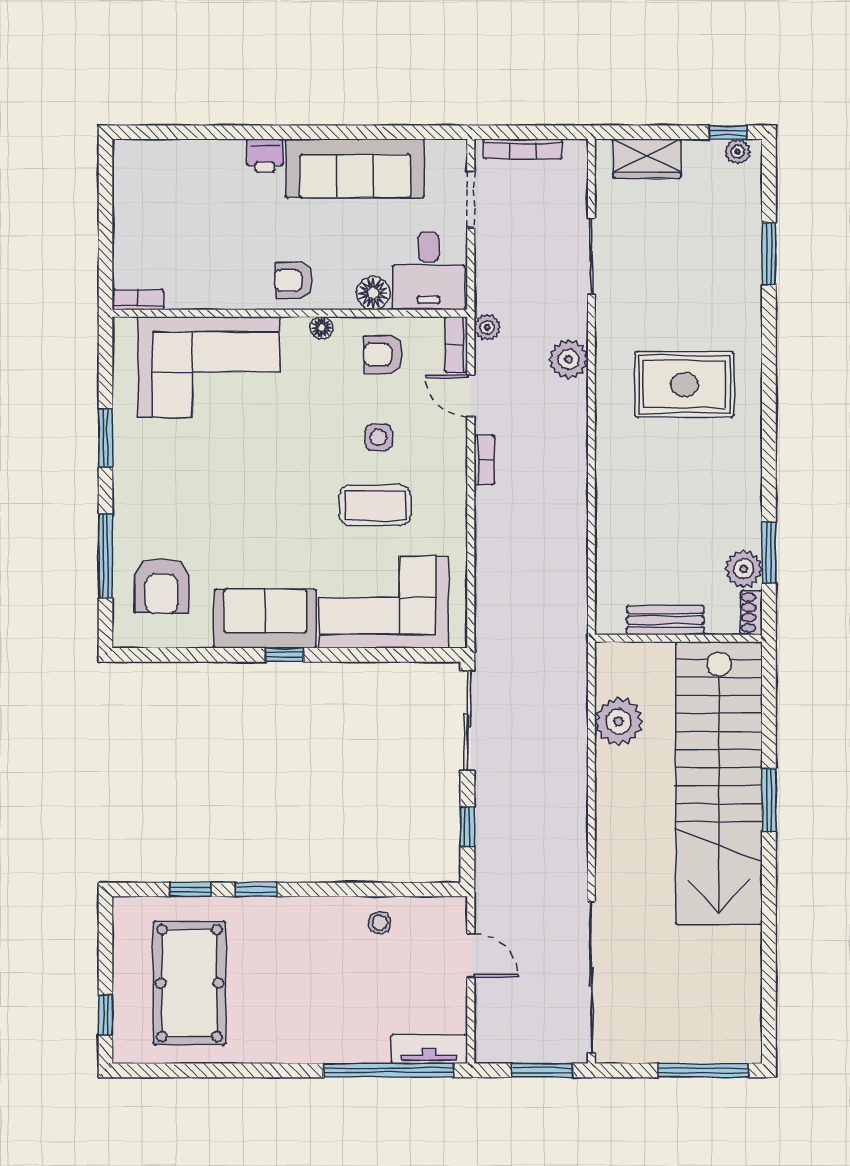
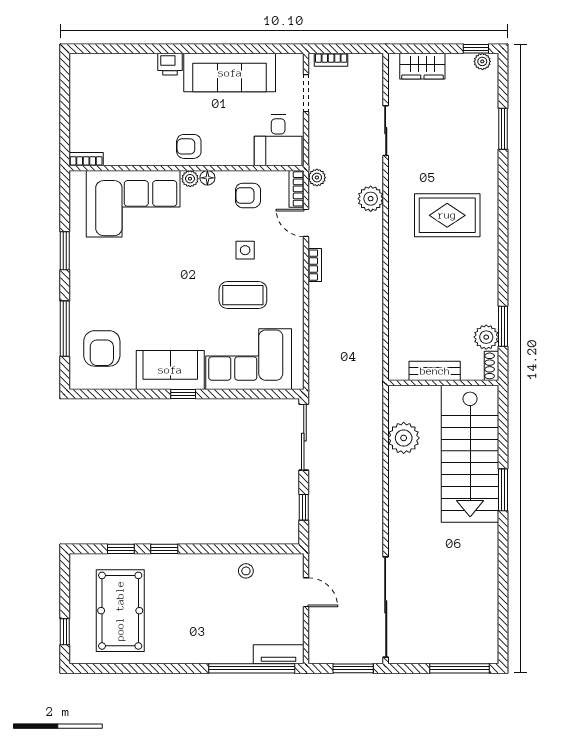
bookcase: (523, 149) -> (331, 60), width x0.64
floor lamp: (373, 293) -> (242, 155), removed
plant: (295, 329) -> (190, 179), added
stairs: (719, 783) -> (470, 454), width x0.73

